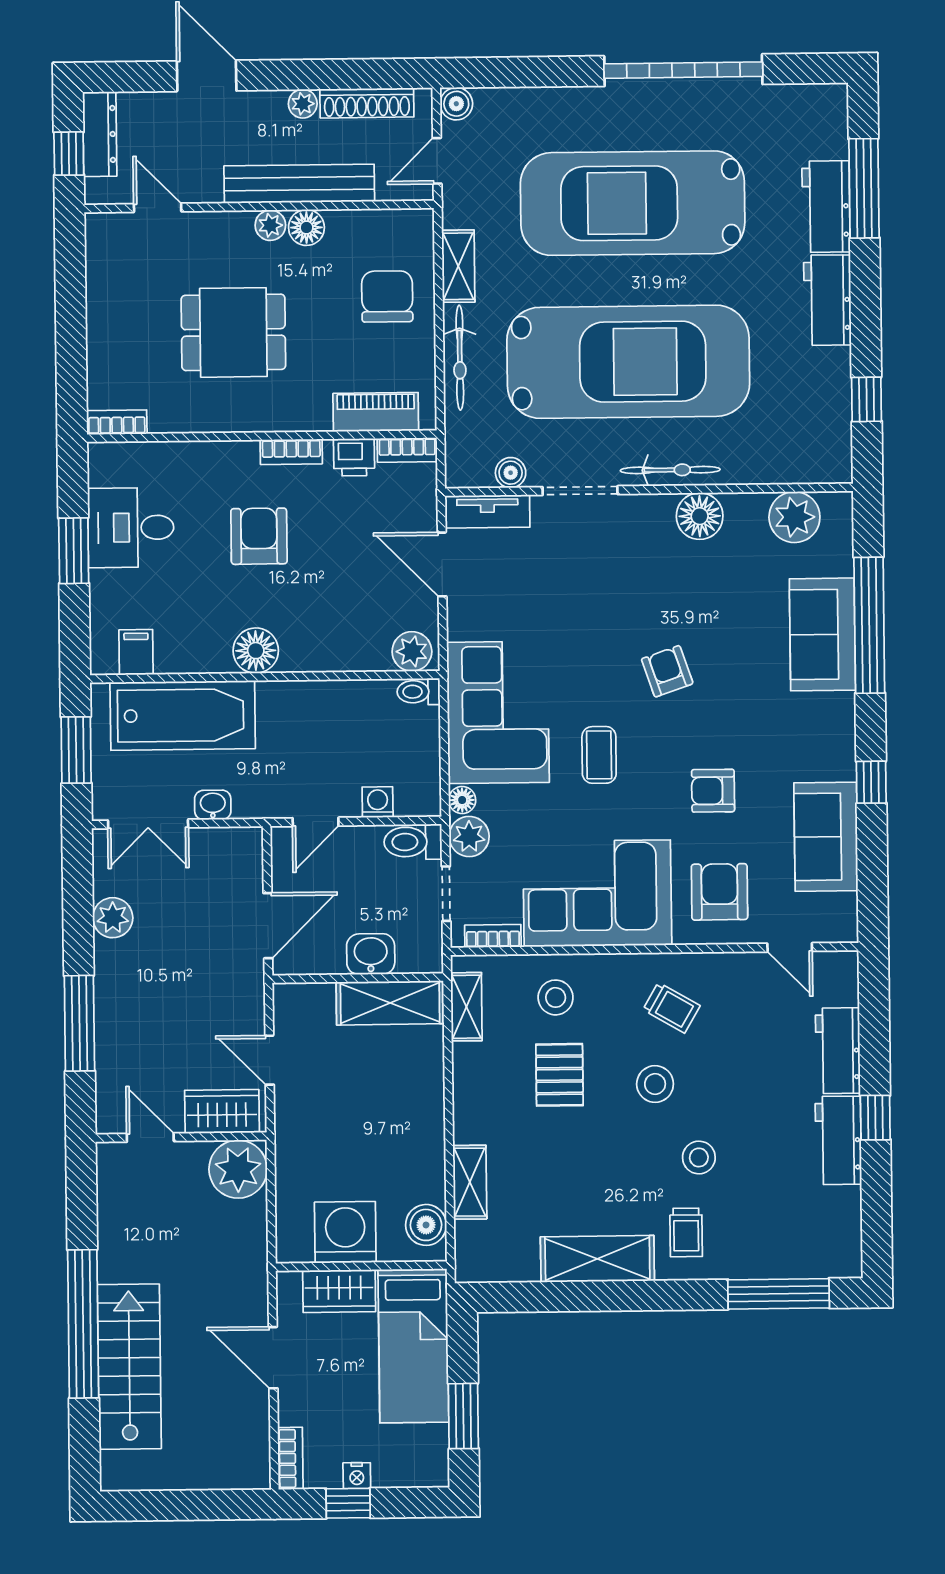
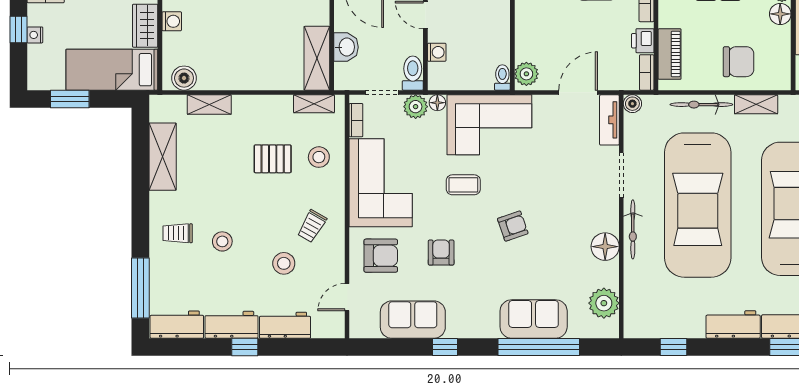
boiler: (511, 473) -> (632, 104), moved
stool: (655, 1084) -> (284, 263), moved
washing machine: (345, 1232) -> (172, 21), width x0.53, depth x0.53
workbench: (839, 1232) -> (177, 325), added
shelving: (597, 1259) -> (163, 157), moved

